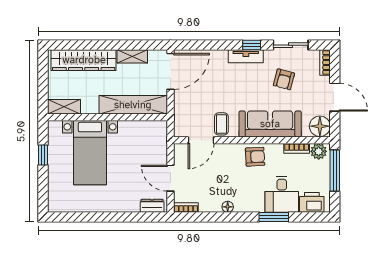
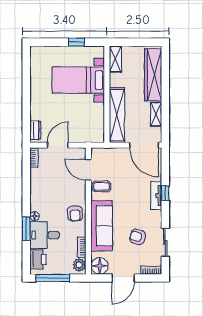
window: (252, 45) -> (165, 193), moved
tv unit: (246, 56) -> (156, 196), moved
window: (335, 171) -> (53, 278), moved
floor lamp: (228, 207) -> (35, 216), moved

